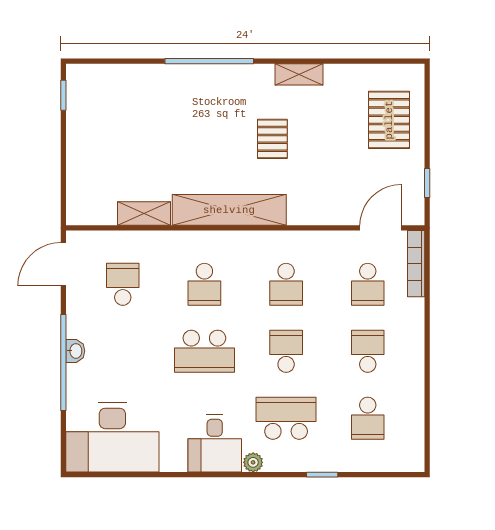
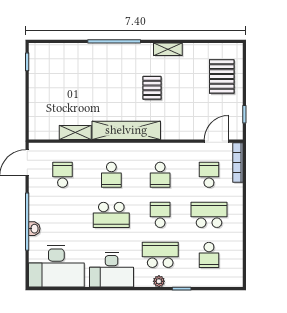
school desk: (368, 284) -> (209, 175), turned 180
washbasin: (75, 351) -> (34, 229), moved
school desk: (368, 351) -> (209, 215), width x1.85
desk: (215, 443) -> (112, 270), width x1.37
plant: (253, 462) -> (159, 281), moved

